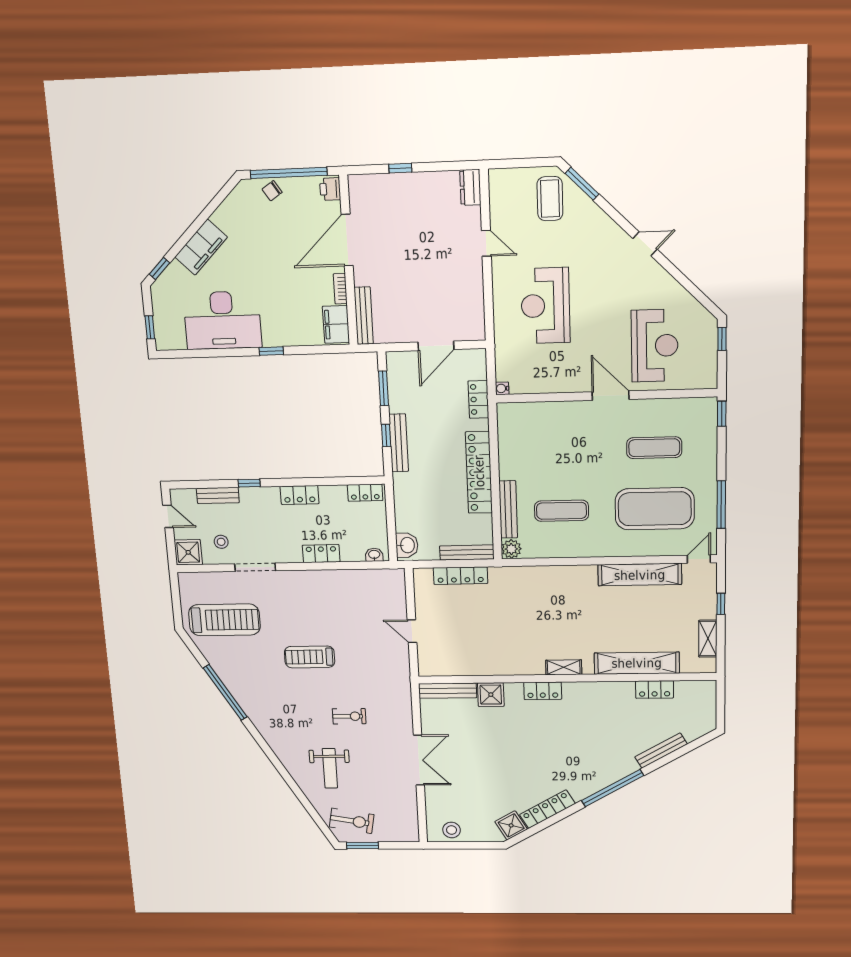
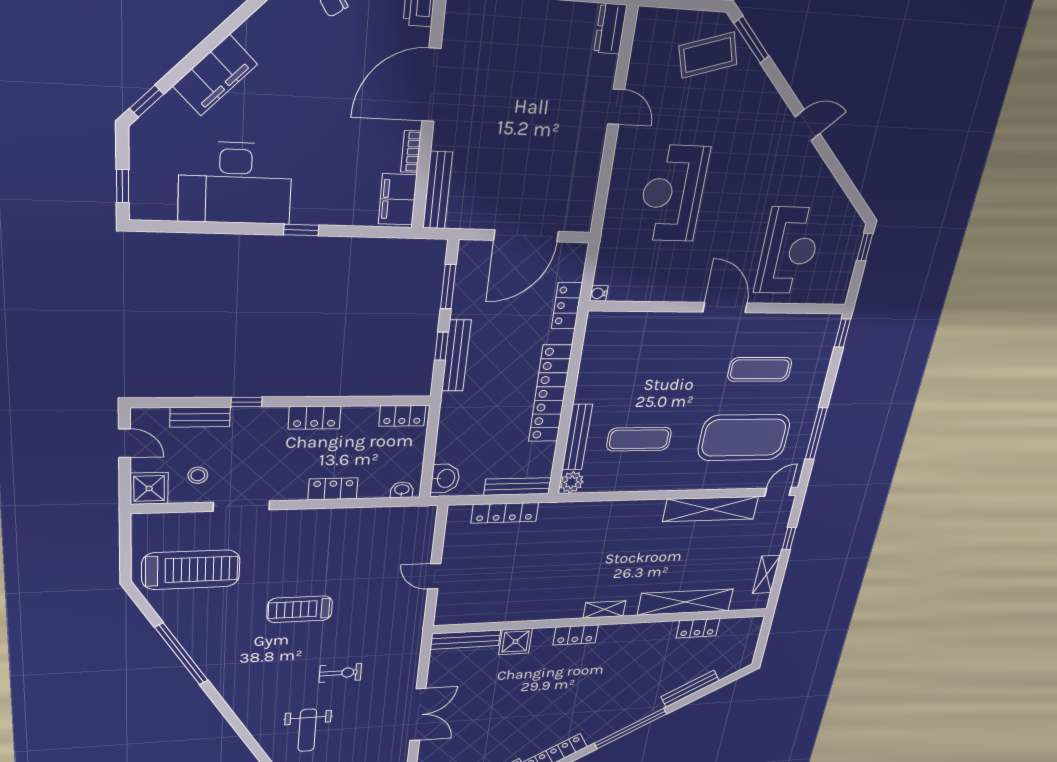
coffee table: (550, 199) -> (708, 55), turned 73
door: (436, 346) -> (526, 236), width x1.36

